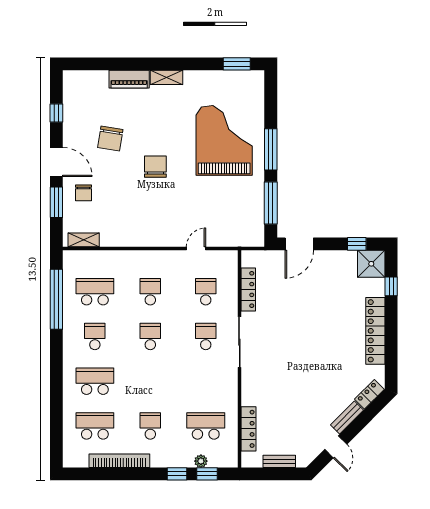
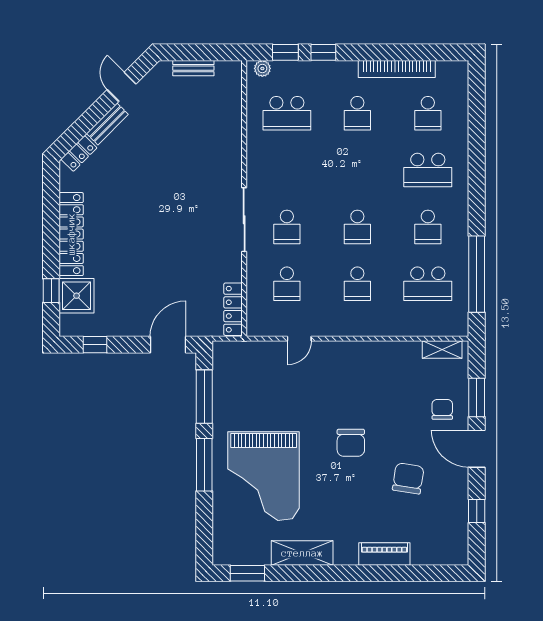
shelving: (166, 77) -> (302, 553), moved, width x1.50, depth x1.33
shower: (371, 264) -> (77, 296), moved
locker: (248, 290) -> (233, 309), moved
school desk: (95, 426) -> (428, 113), width x0.54
locker: (248, 429) -> (233, 110), removed
plant: (201, 461) -> (262, 68), moved

